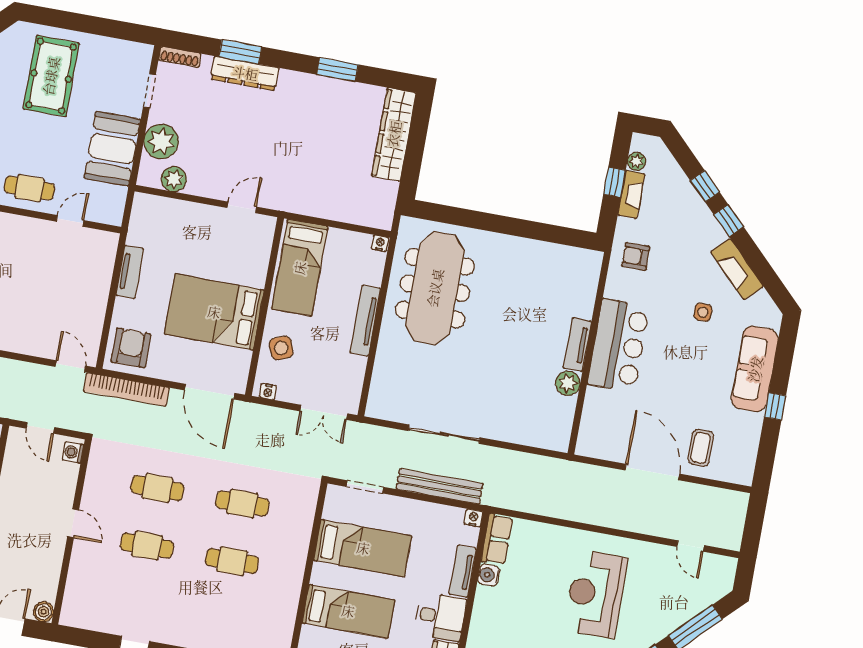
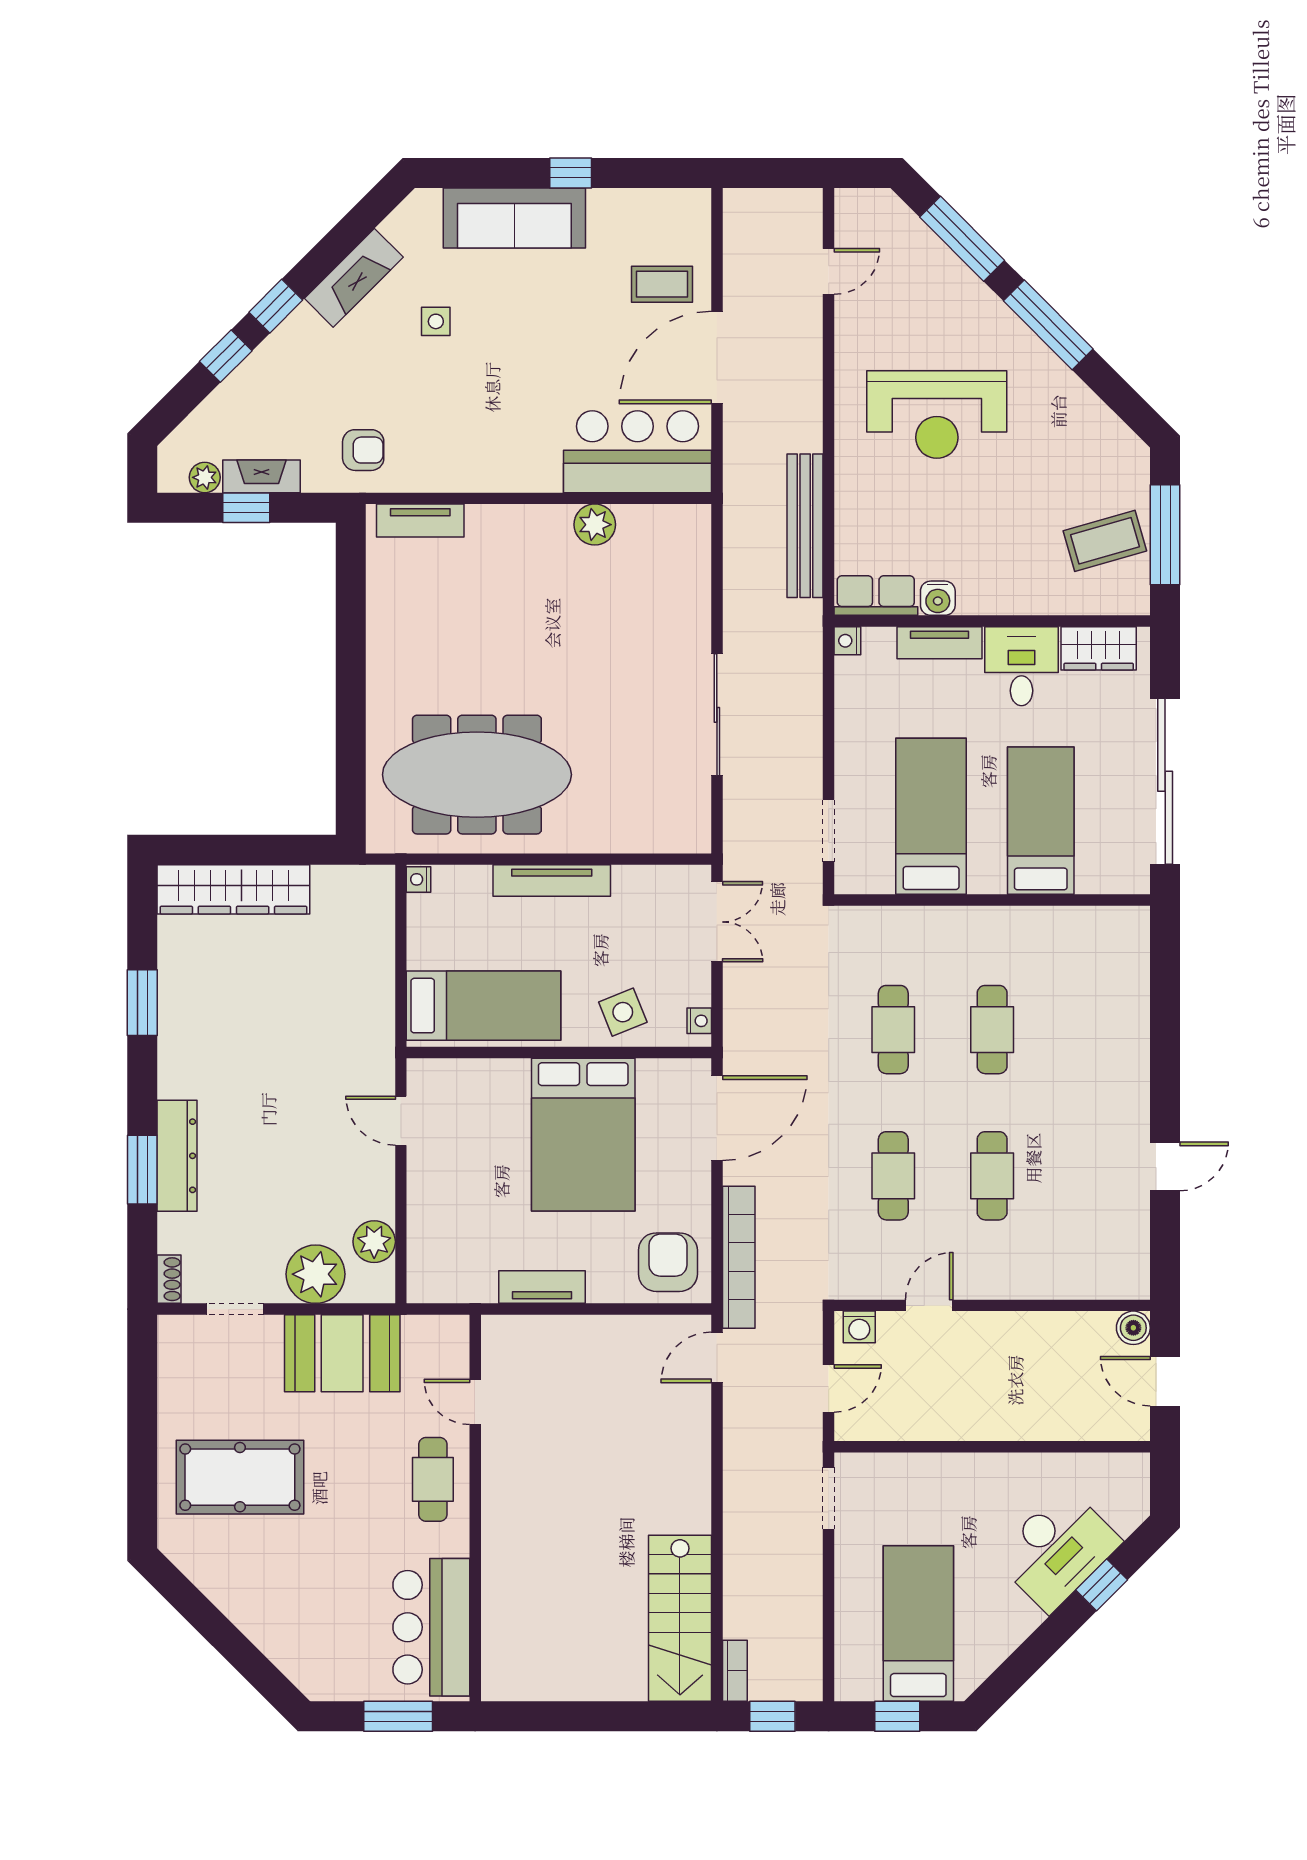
shoe rack: (180, 57) -> (169, 1279), width x0.70
armchair: (636, 256) -> (363, 450), turned -90
tv unit: (577, 345) -> (420, 521), moved
bar counter: (618, 345) -> (637, 452), moved
armchair: (131, 348) -> (668, 1262), turned 90
bench: (439, 486) -> (805, 526), moved
door: (73, 523) -> (929, 1305), moved

